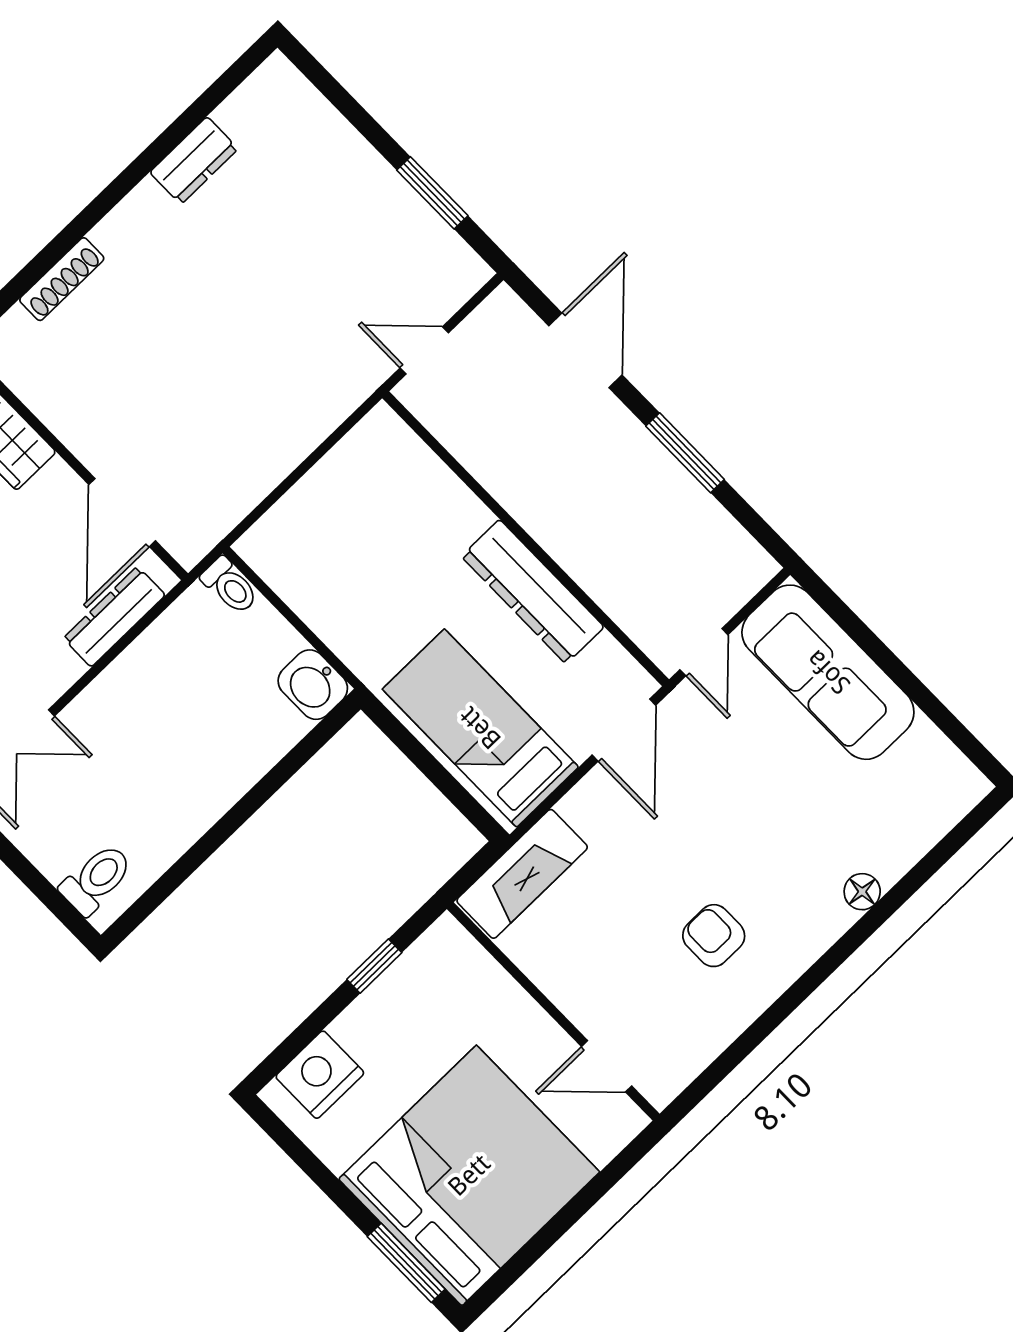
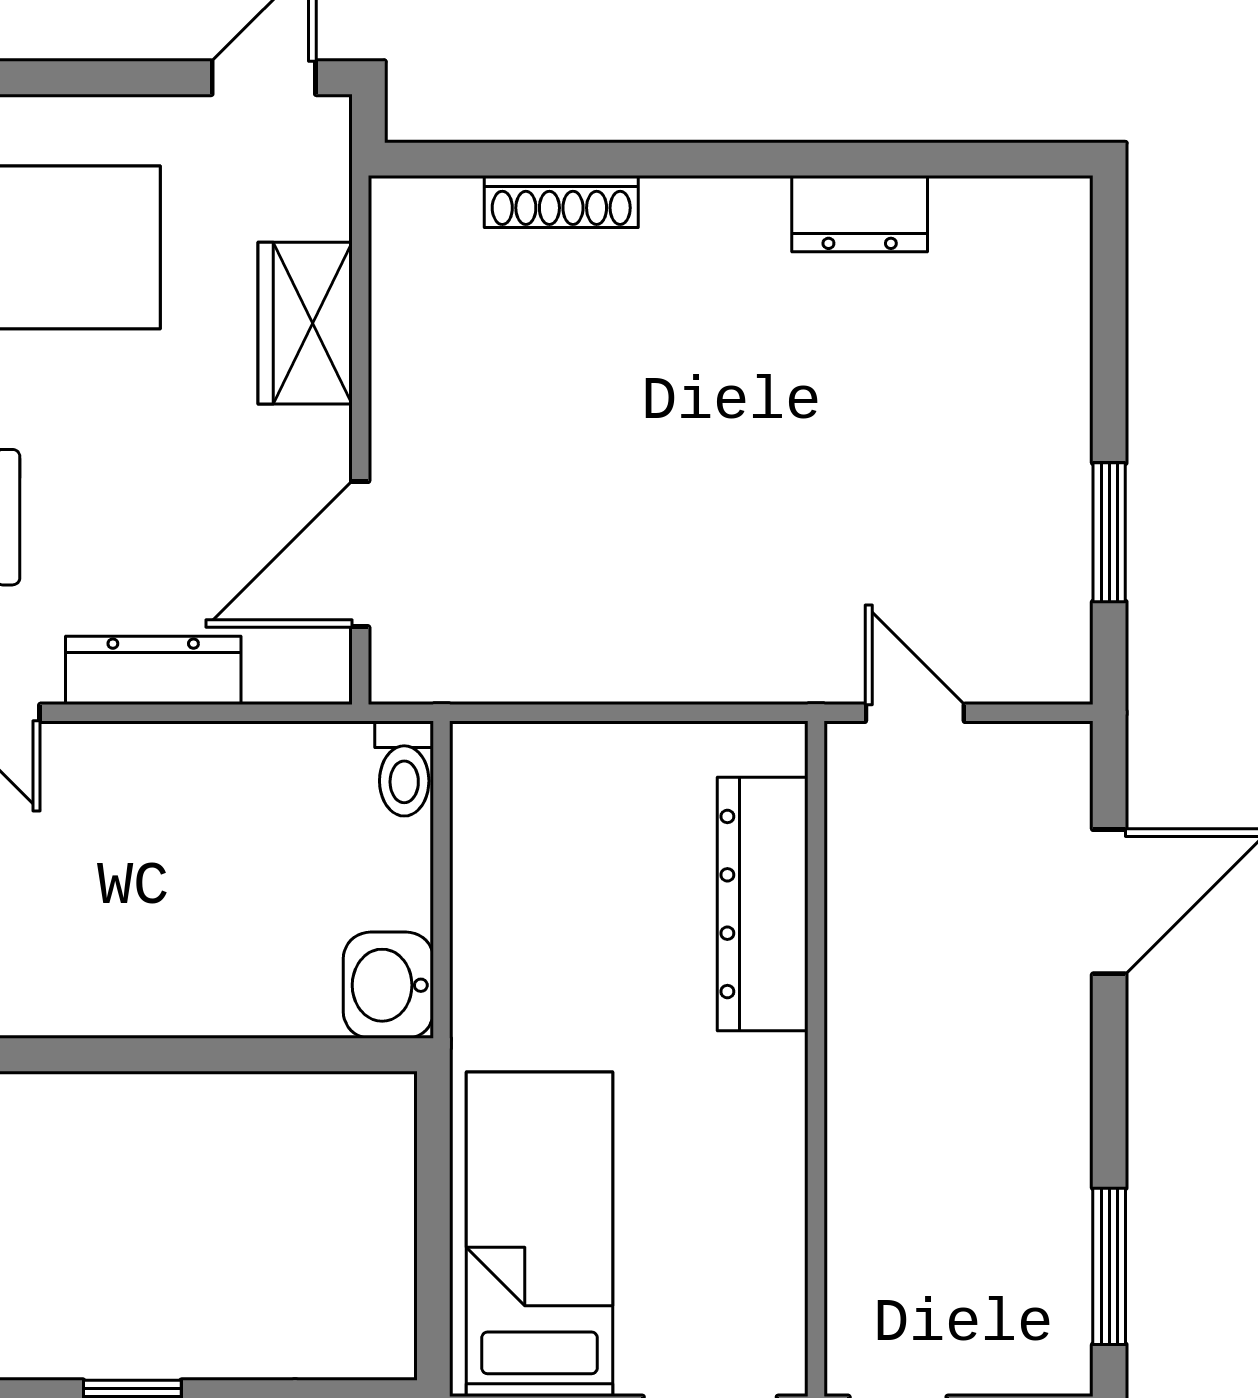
window: (685, 453) -> (1109, 1266), moved
dresser: (533, 592) -> (763, 904), moved
dresser: (114, 617) -> (153, 670), moved

